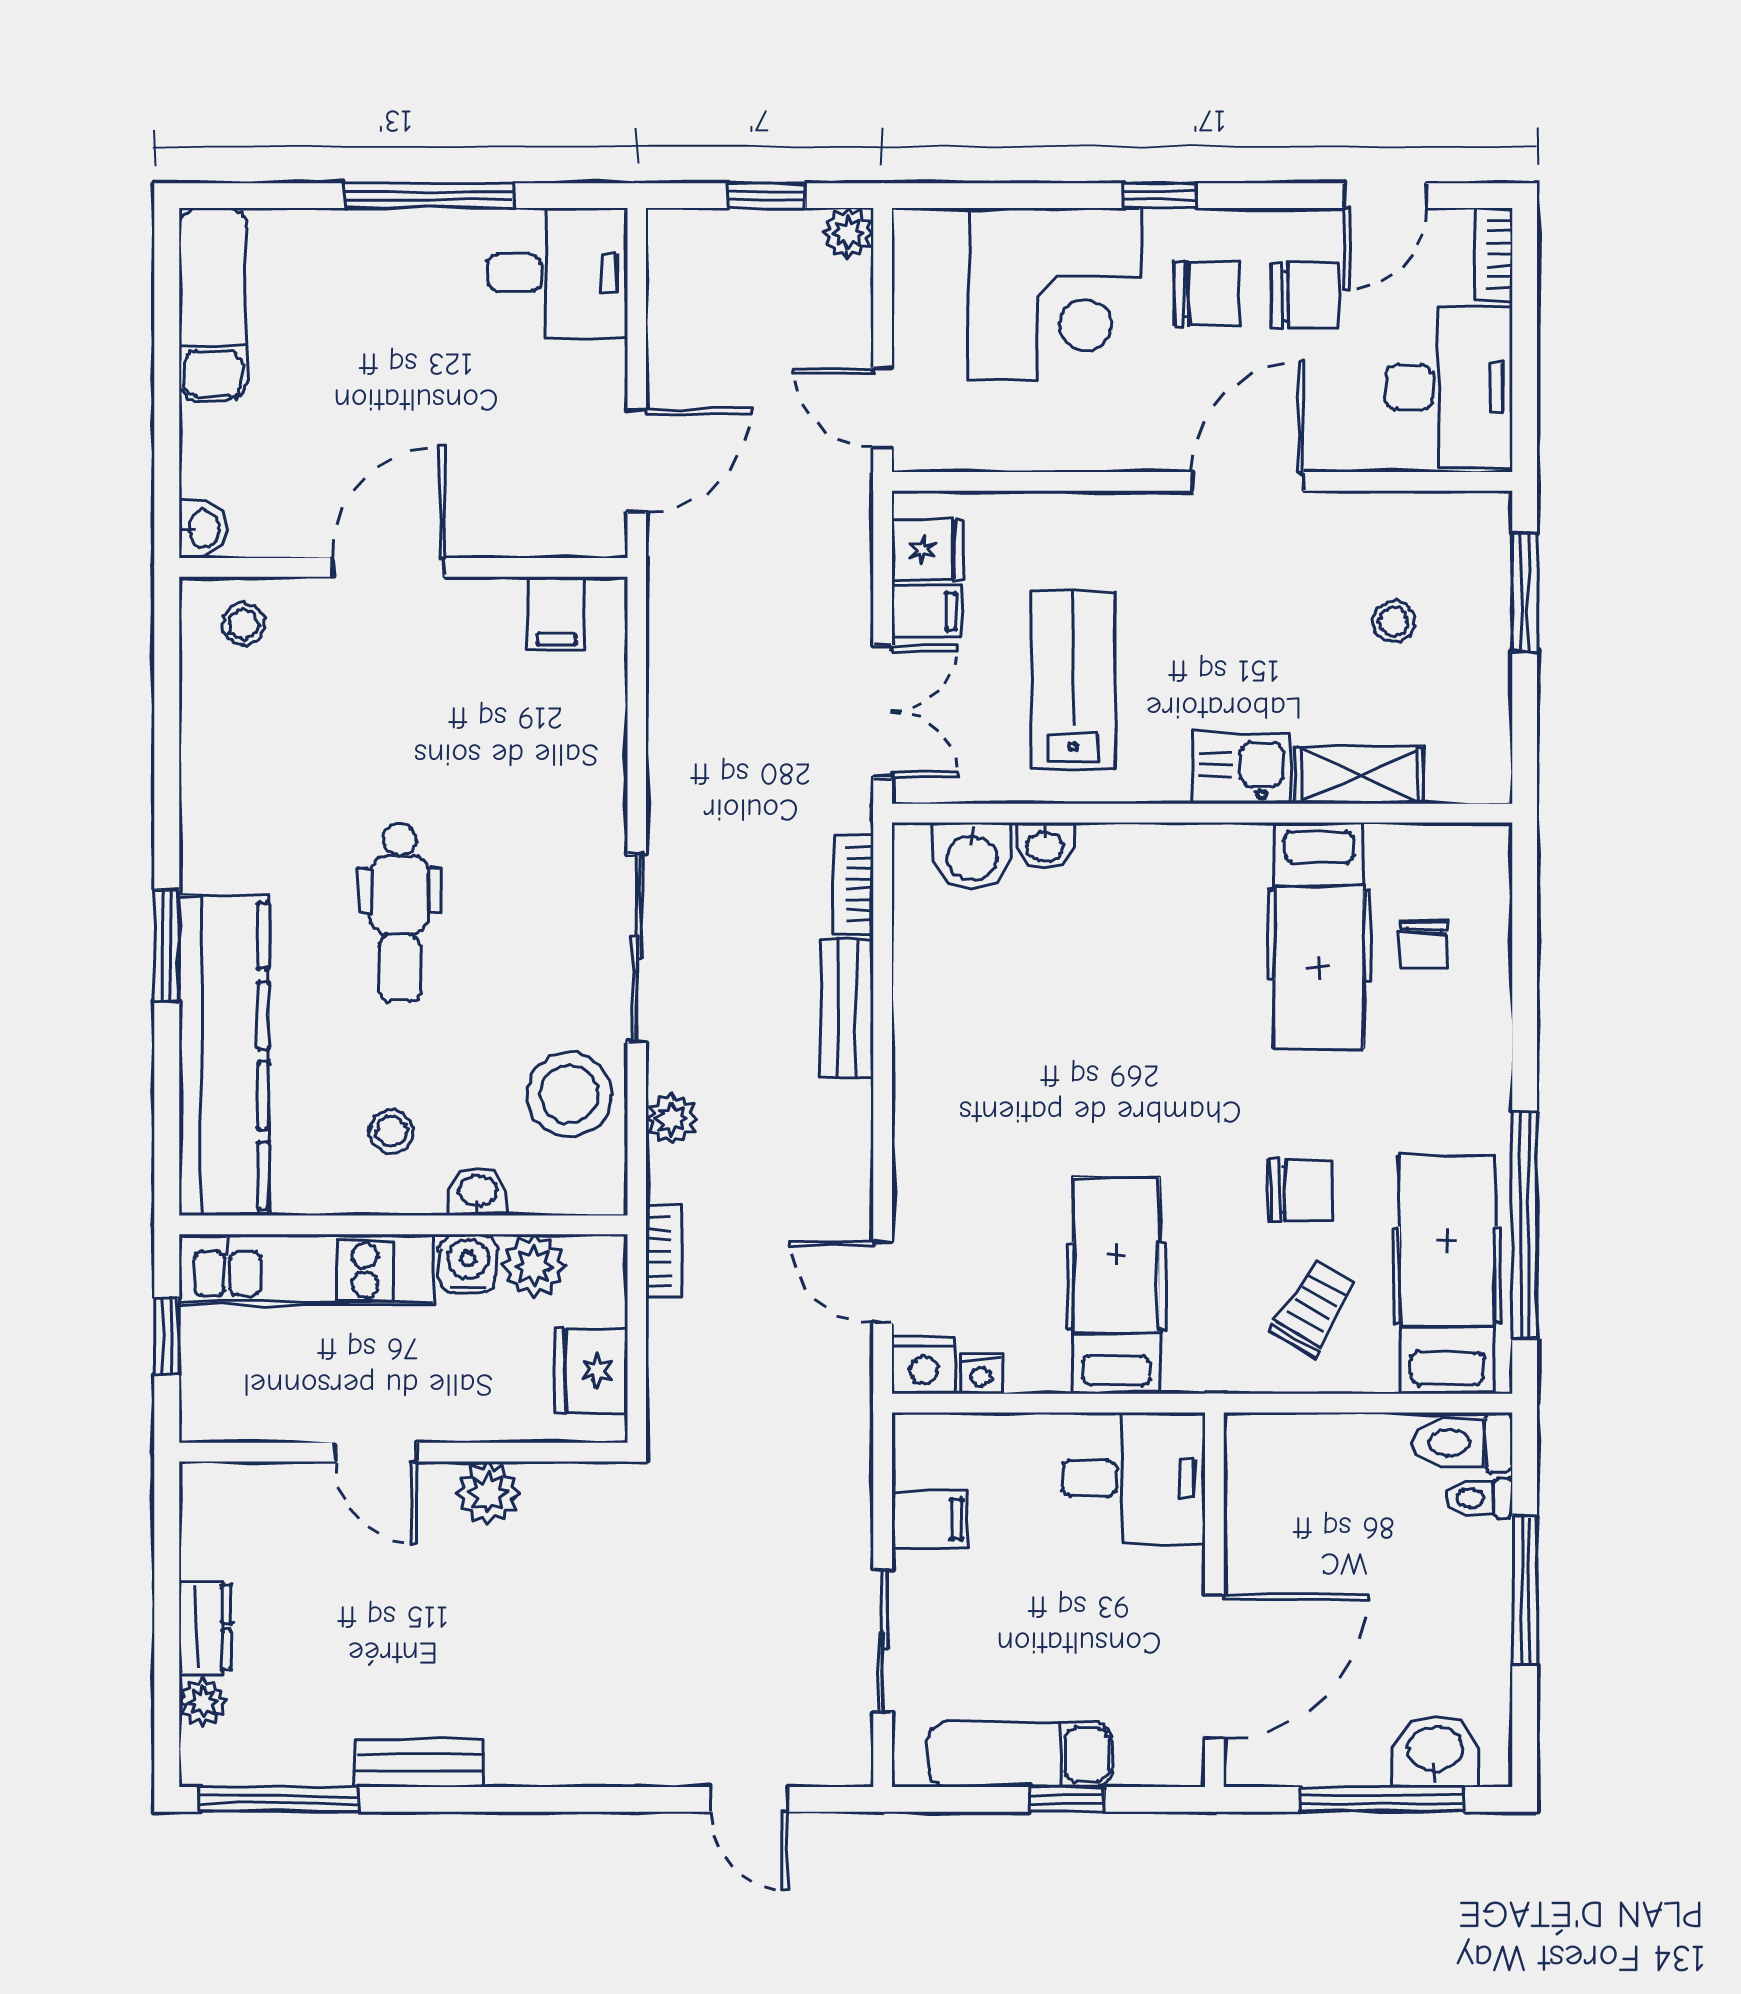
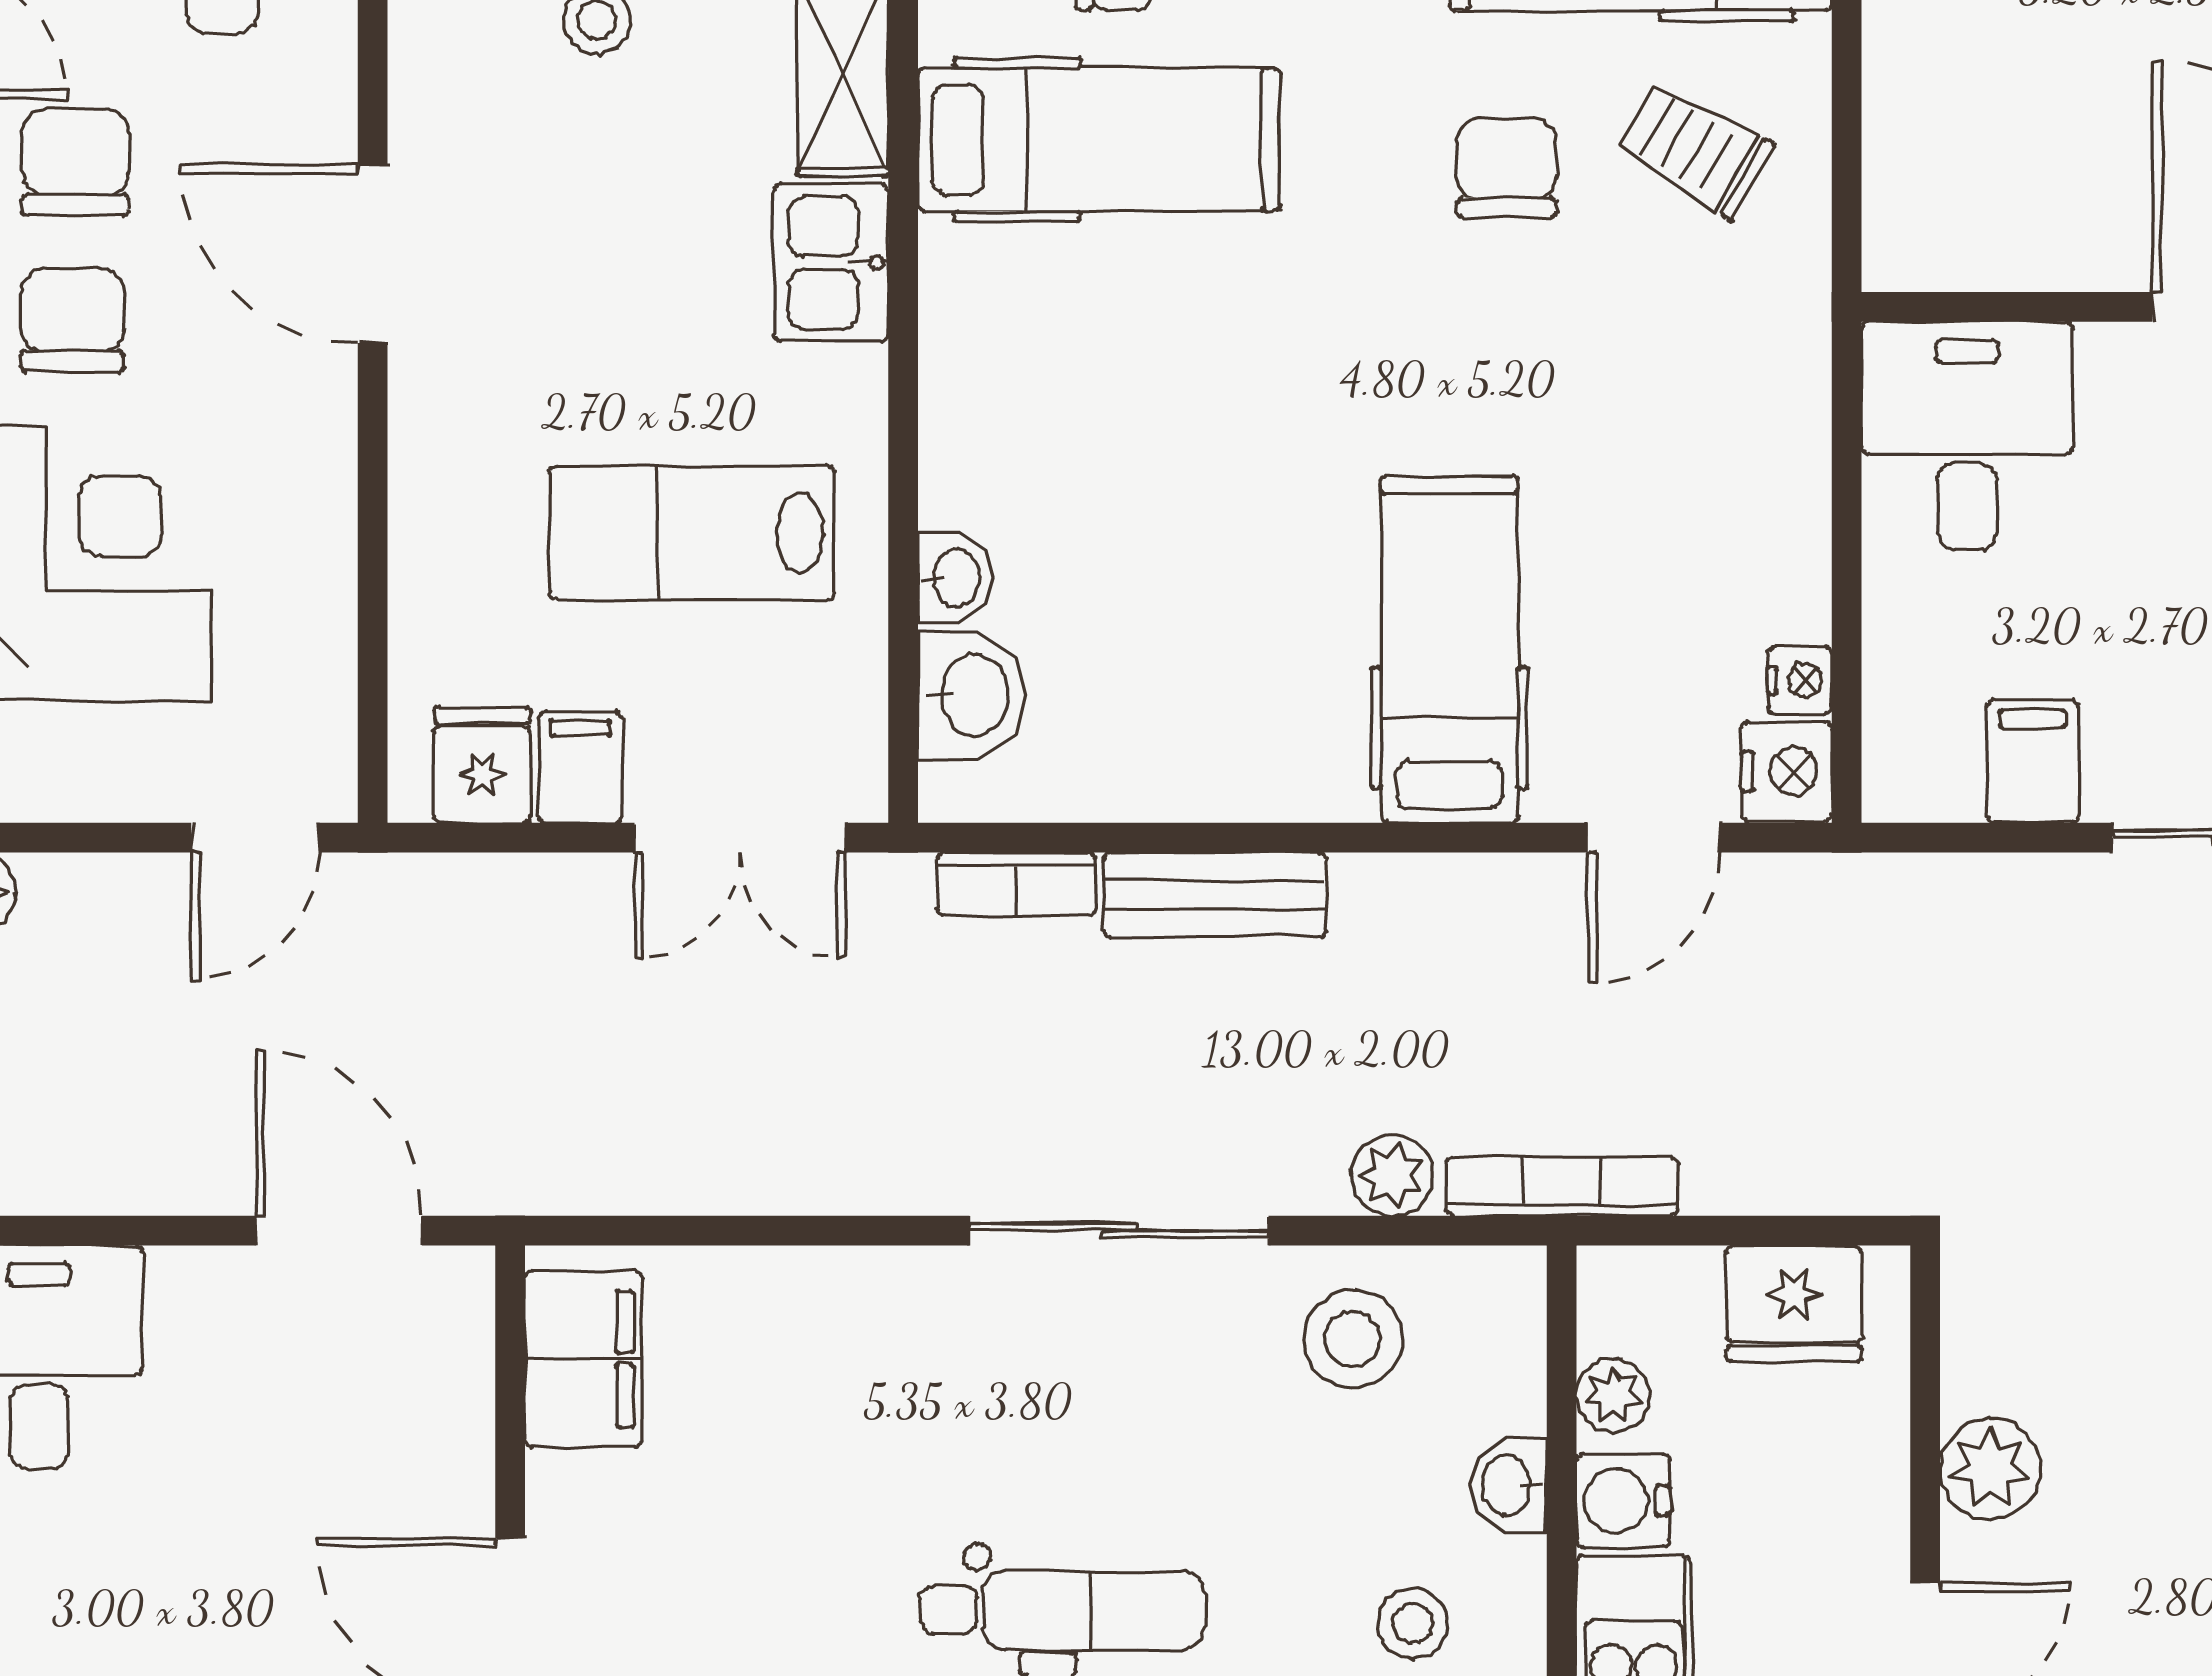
filing cabinet: (557, 613) -> (584, 1359), width x2.00
double door: (883, 711) -> (740, 838), swing flipped
stool: (569, 1094) -> (1353, 1339), width x0.73, depth x0.73
bookcase: (665, 1251) -> (1562, 1186), width x1.56
plant: (534, 1266) -> (1613, 1395), width x0.73, depth x0.73
hospital bed: (1116, 1286) -> (1449, 650), moved, turned 90

